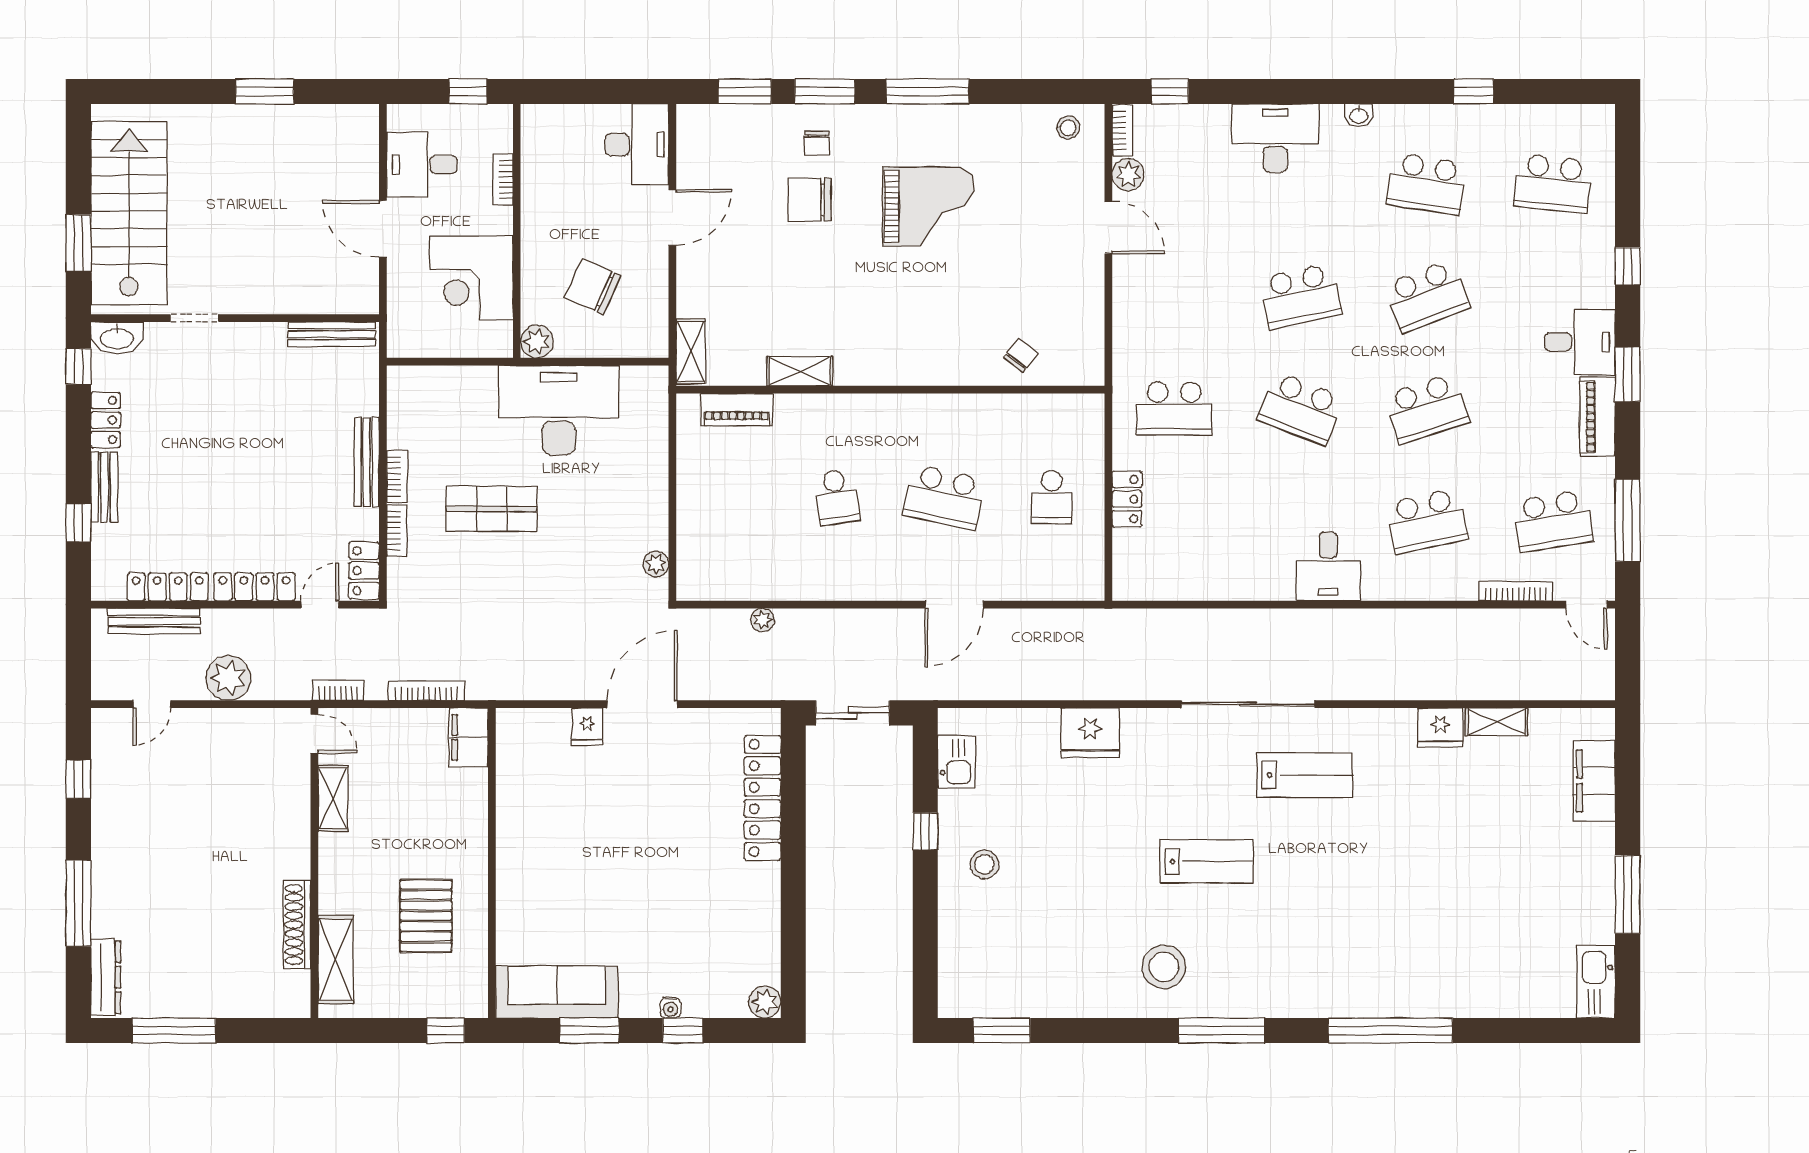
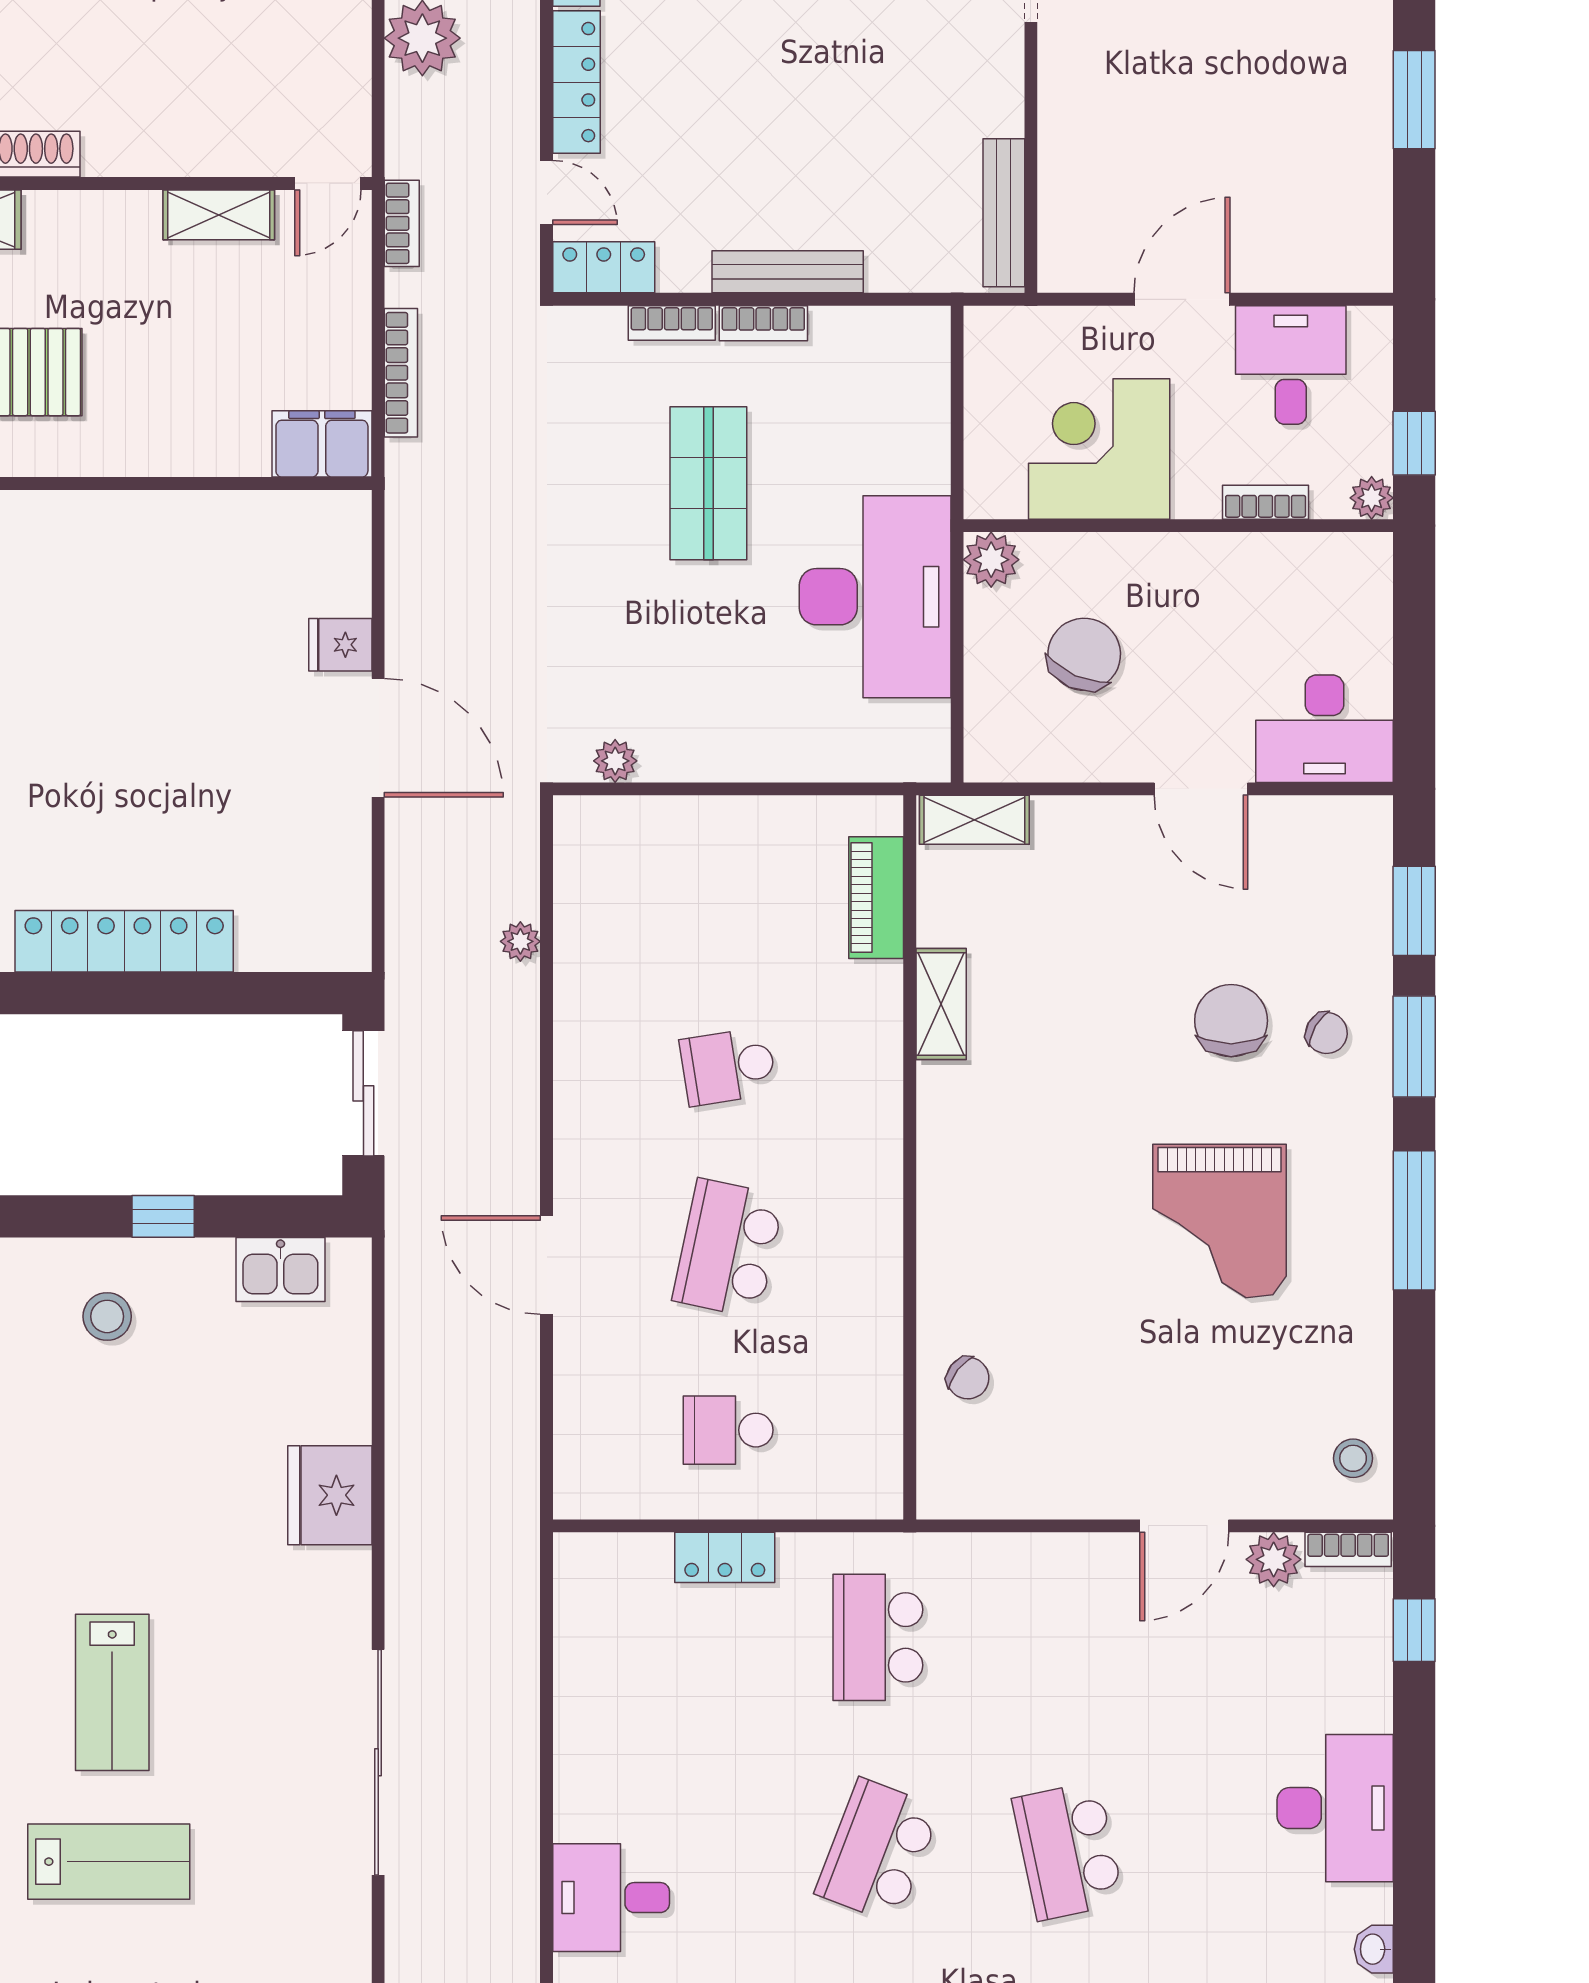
plant: (500, 117) -> (1372, 498), added
chair: (817, 143) -> (1326, 1033), turned -150
lab bench: (1305, 775) -> (109, 1862), moved, turned -90
locker: (763, 798) -> (124, 941), moved

